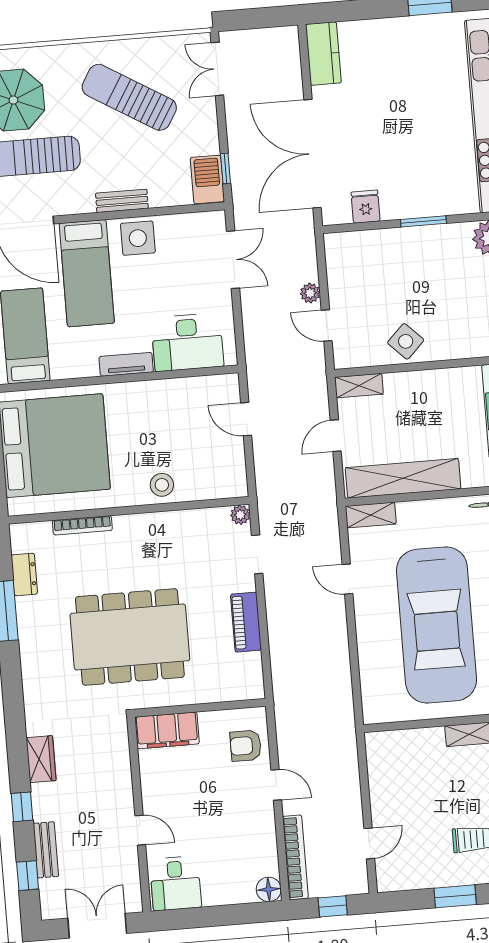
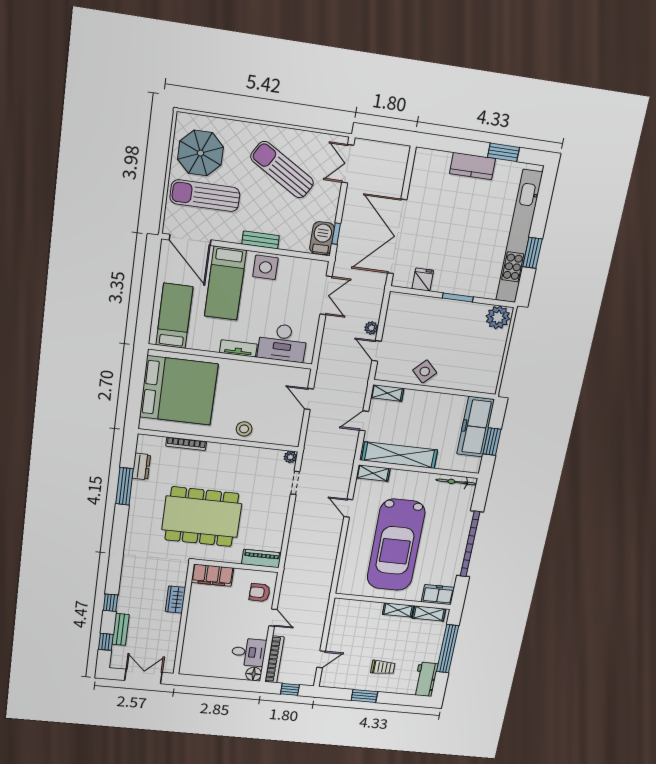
kitchen counter: (323, 54) -> (473, 166), moved, turned 90
piano: (246, 622) -> (261, 559), moved, turned 90
wardrobe: (41, 759) -> (176, 600), moved, turned 180
door: (140, 830) -> (182, 628), removed
desk: (176, 883) -> (249, 652), moved, turned -90

